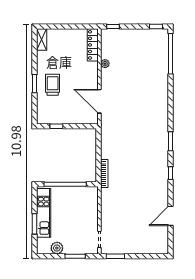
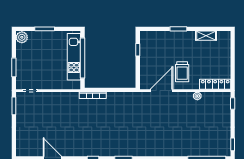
shelving: (42, 39) -> (206, 36), moved
trolley: (53, 85) -> (182, 72), moved, turned 90
kitchen unit: (44, 213) -> (74, 57), moved, turned 90
plant: (57, 248) -> (22, 37), moved

